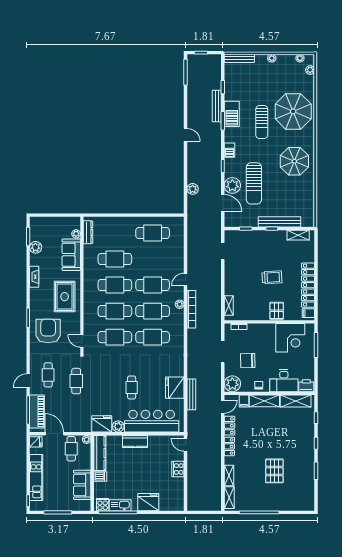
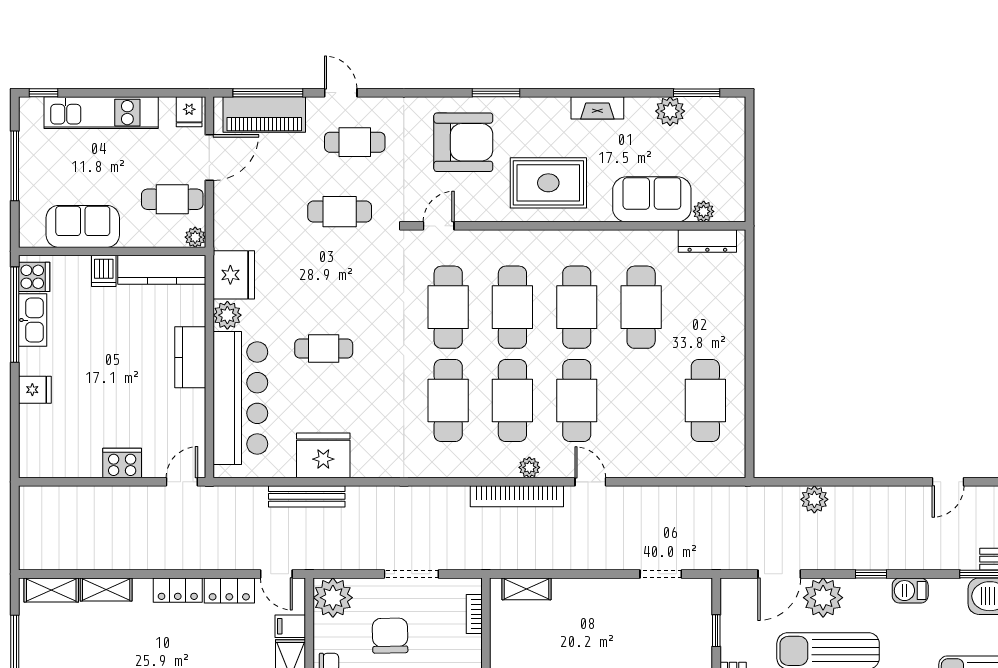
fridge: (148, 502) -> (35, 390), width x0.53, depth x0.75

